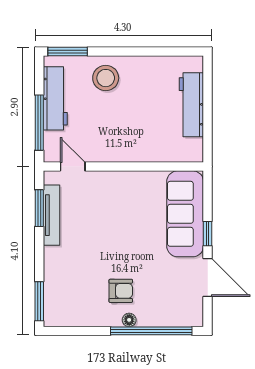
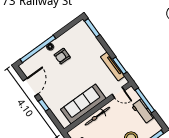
workbench: (55, 98) -> (143, 111), width x0.73
bicycle: (134, 153) -> (97, 116), added
sofa: (185, 214) -> (83, 104), moved, turned -90
door: (208, 277) -> (31, 87), swing flipped

